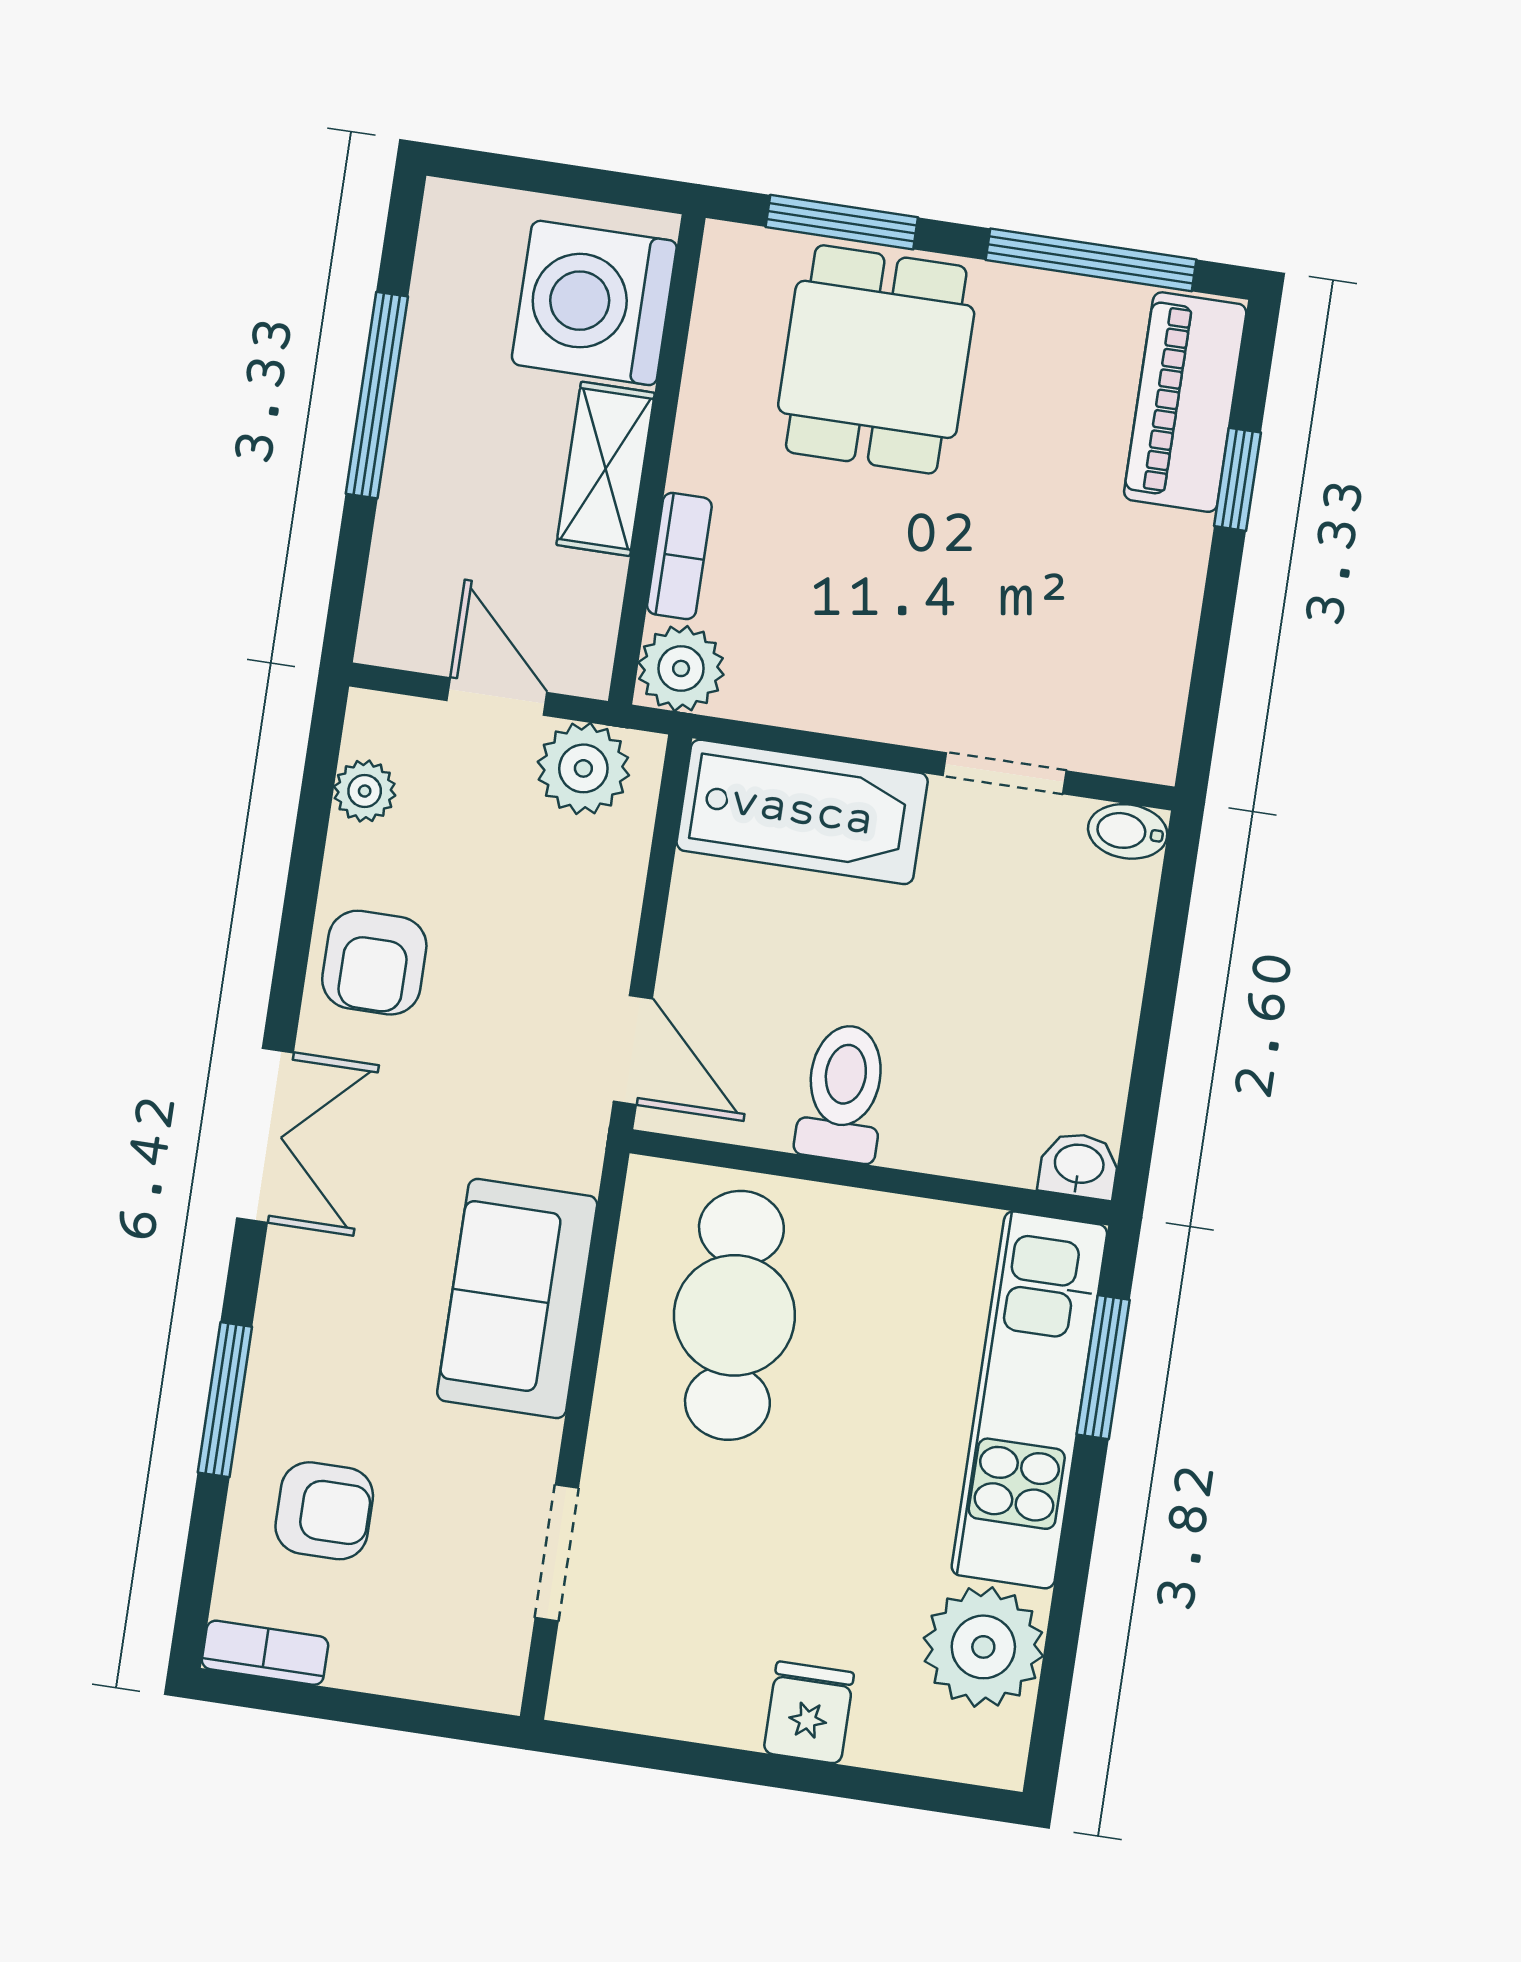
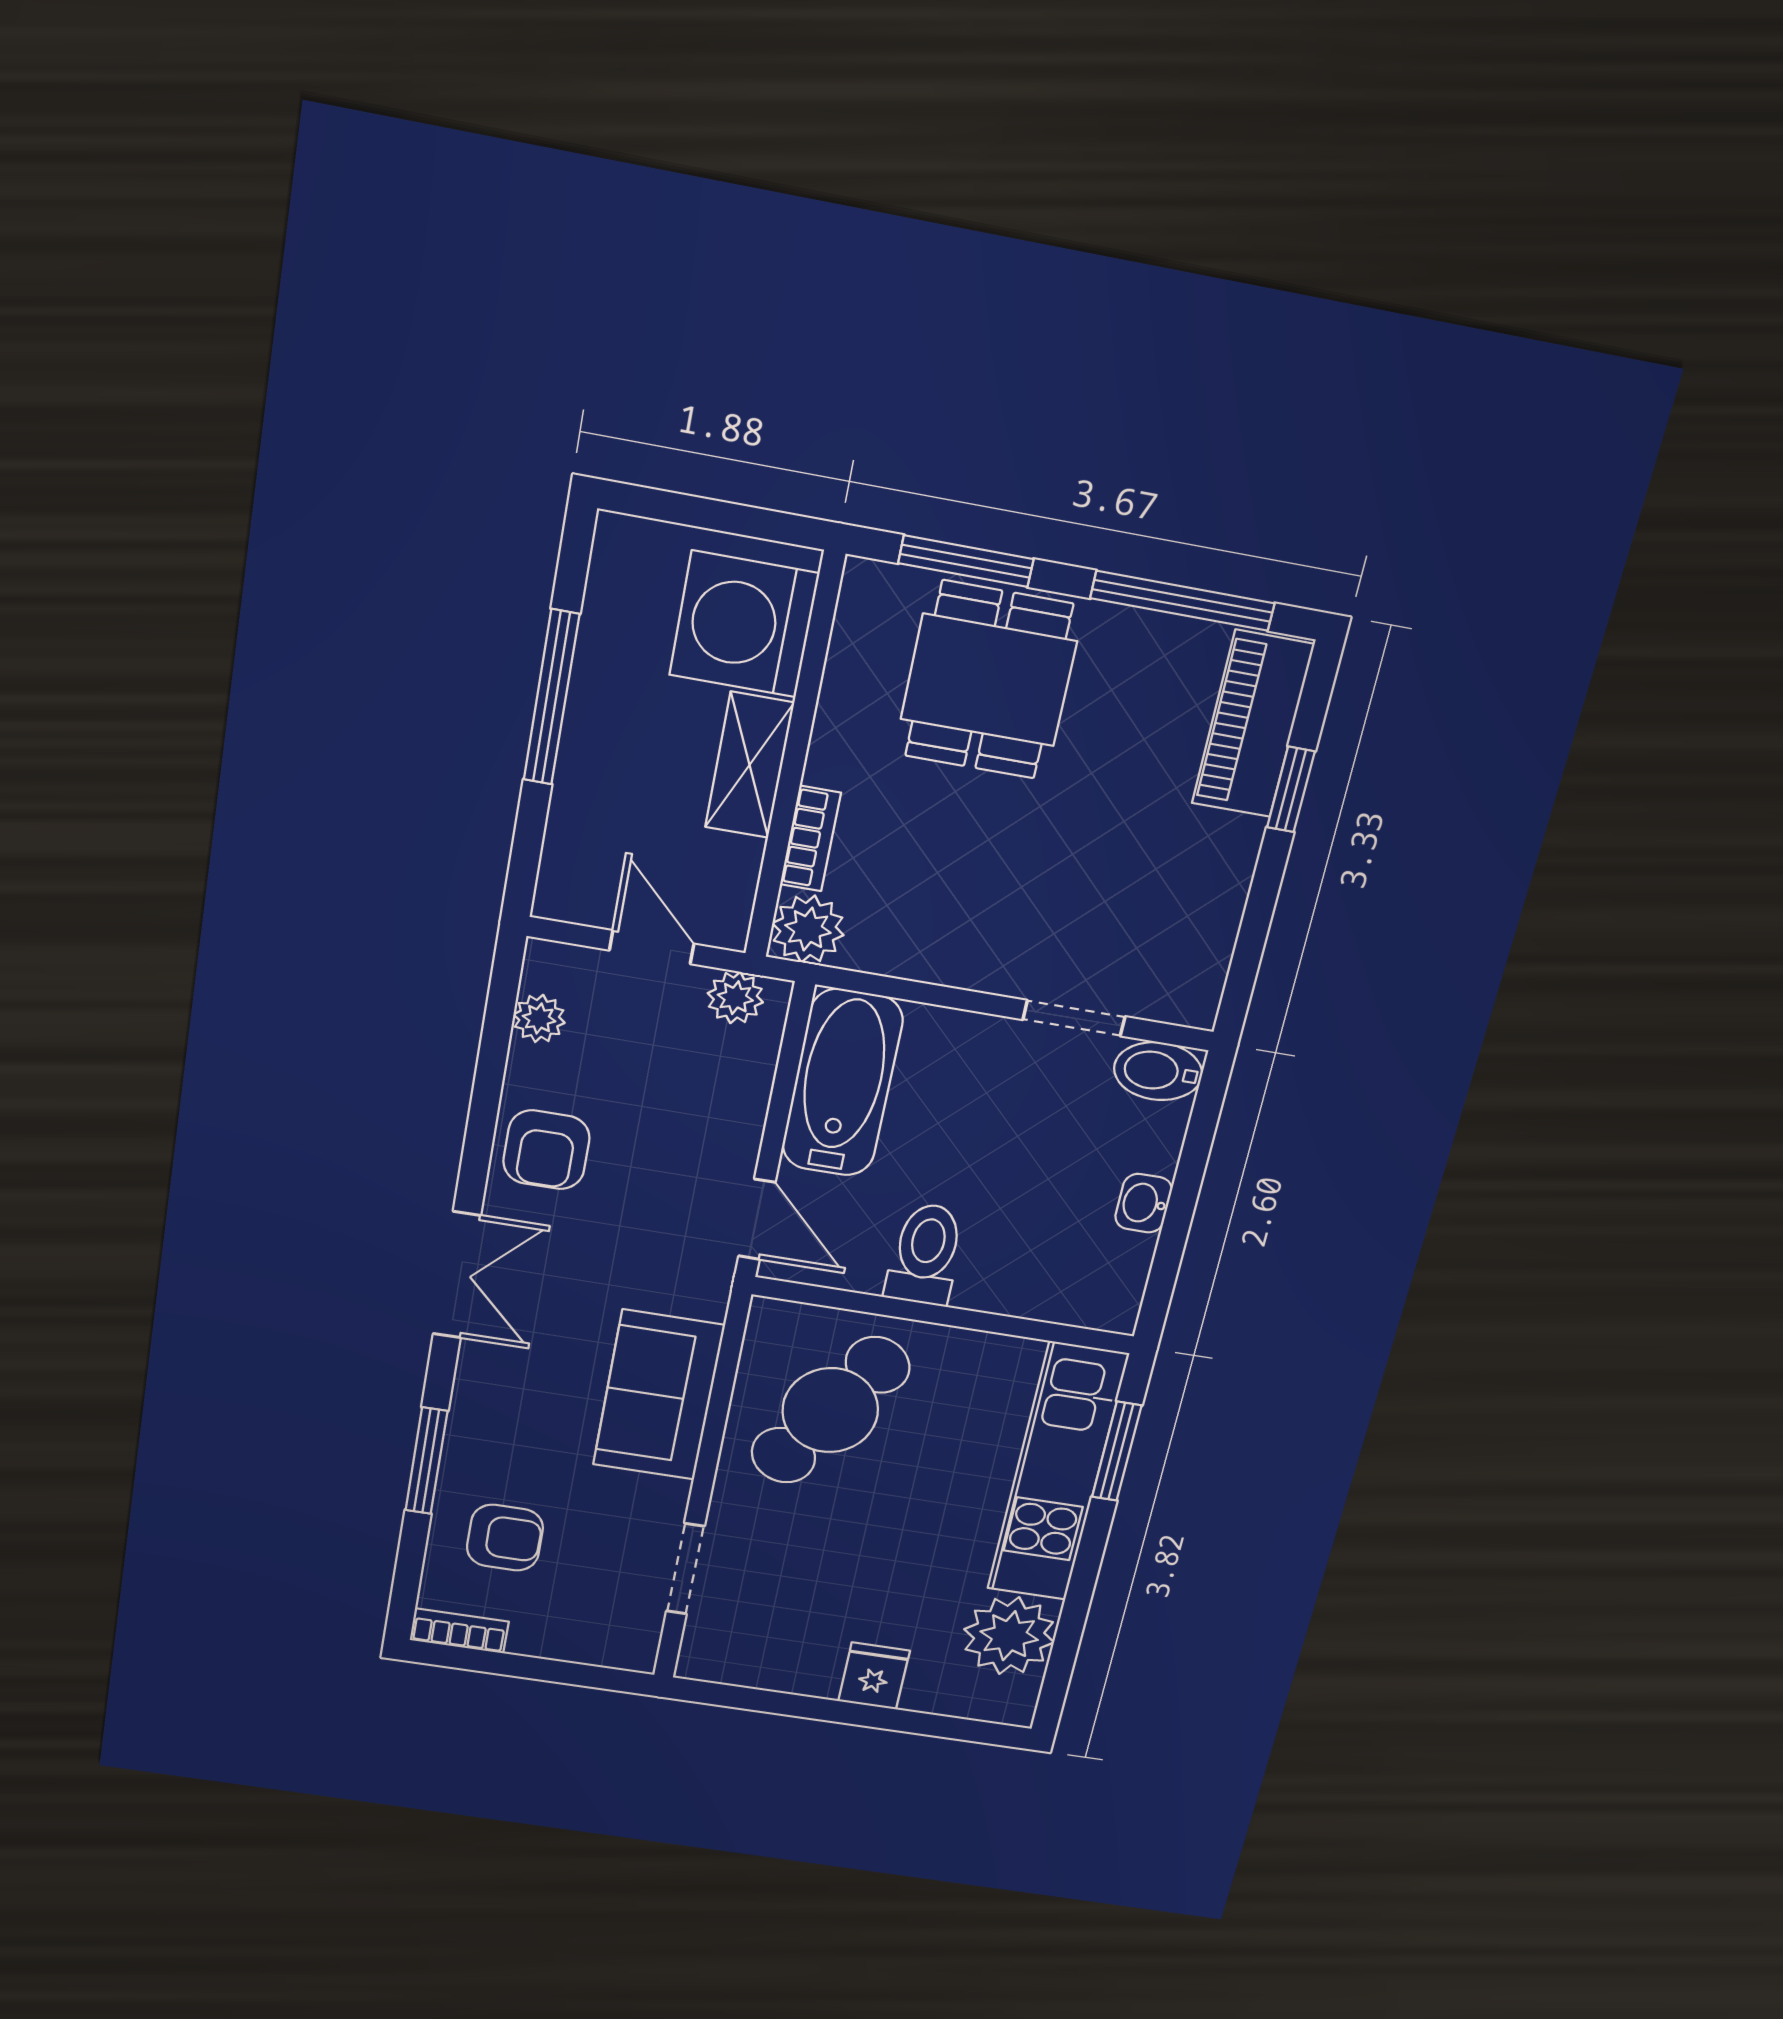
plant: (583, 768) -> (735, 998), width x0.73, depth x0.73
bathtub: (802, 812) -> (842, 1083), moved, turned -90
bidet: (1128, 831) -> (1158, 1071), width x1.38, depth x1.36
washbasin: (1079, 1166) -> (1144, 1203), moved, turned -90
cafe table: (734, 1315) -> (830, 1410), turned 36

